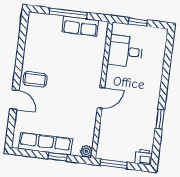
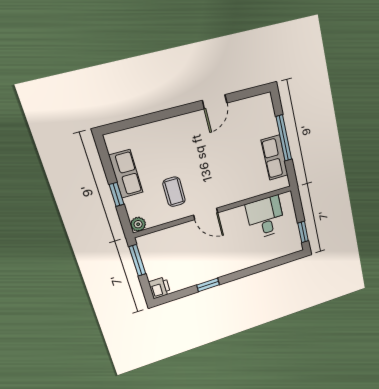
window: (138, 22) -> (303, 232), moved
coffee table: (35, 79) -> (174, 192), moved
door: (14, 100) -> (215, 102), moved
row of seats: (45, 144) -> (126, 174), width x0.68

